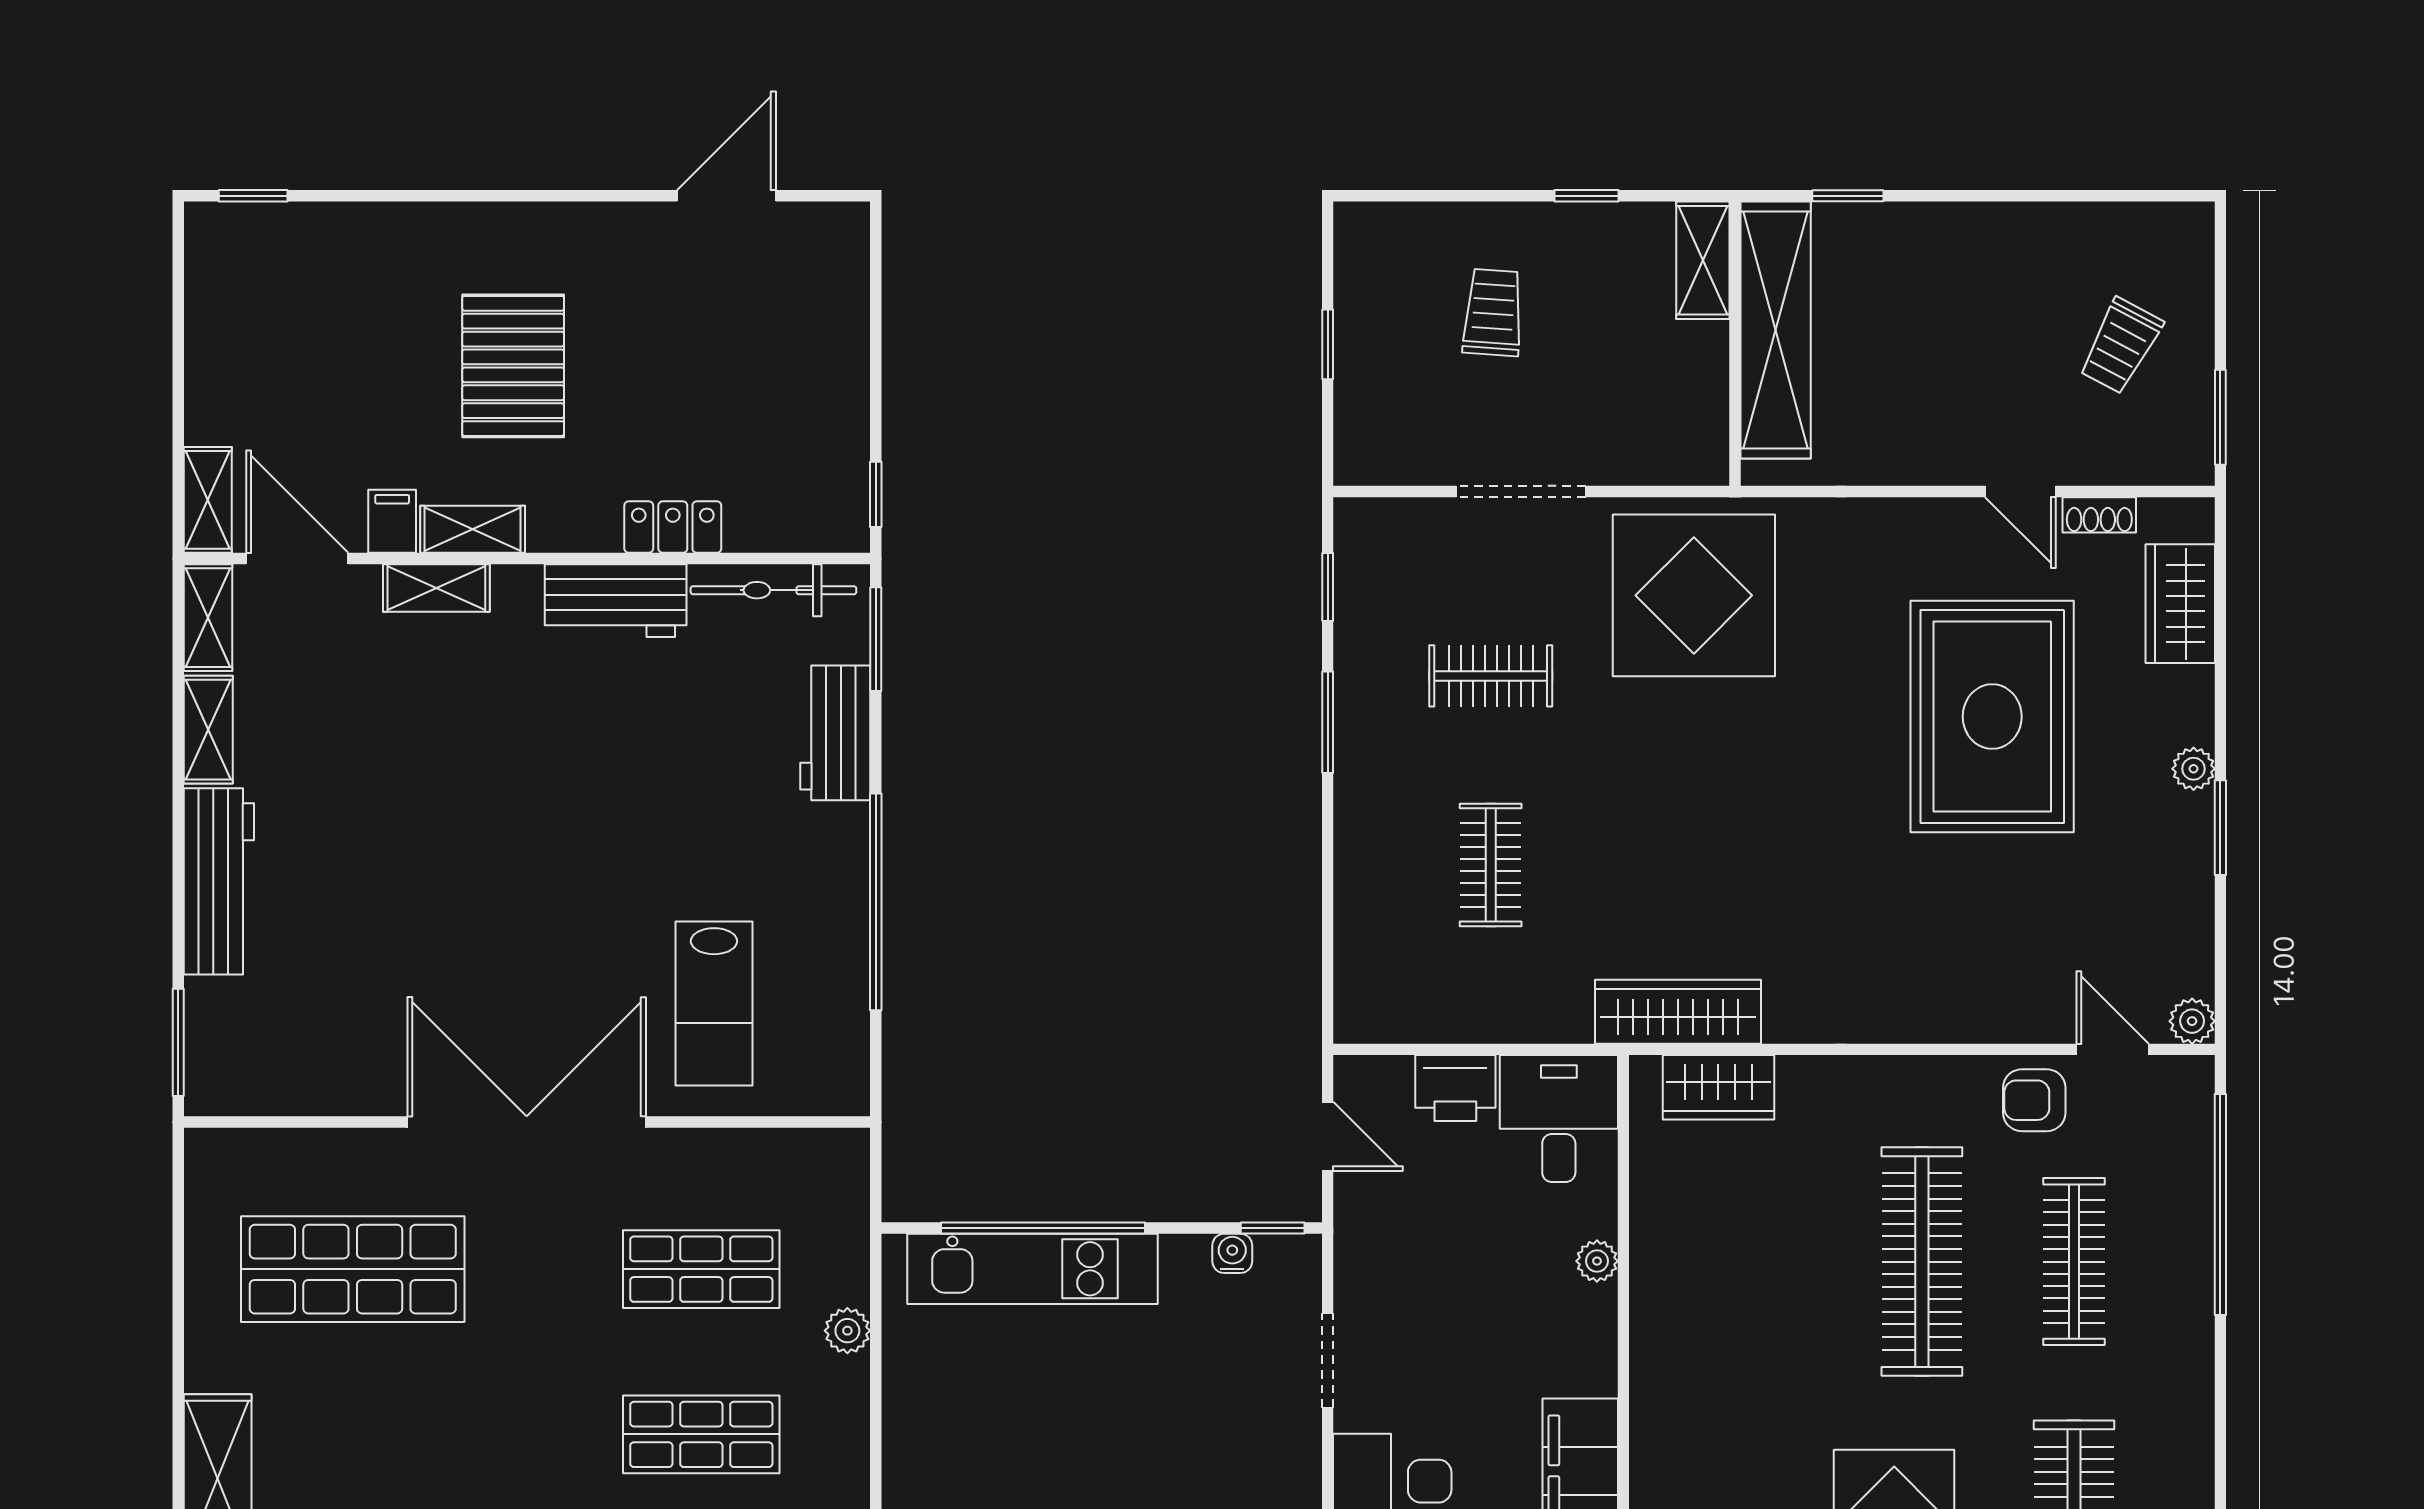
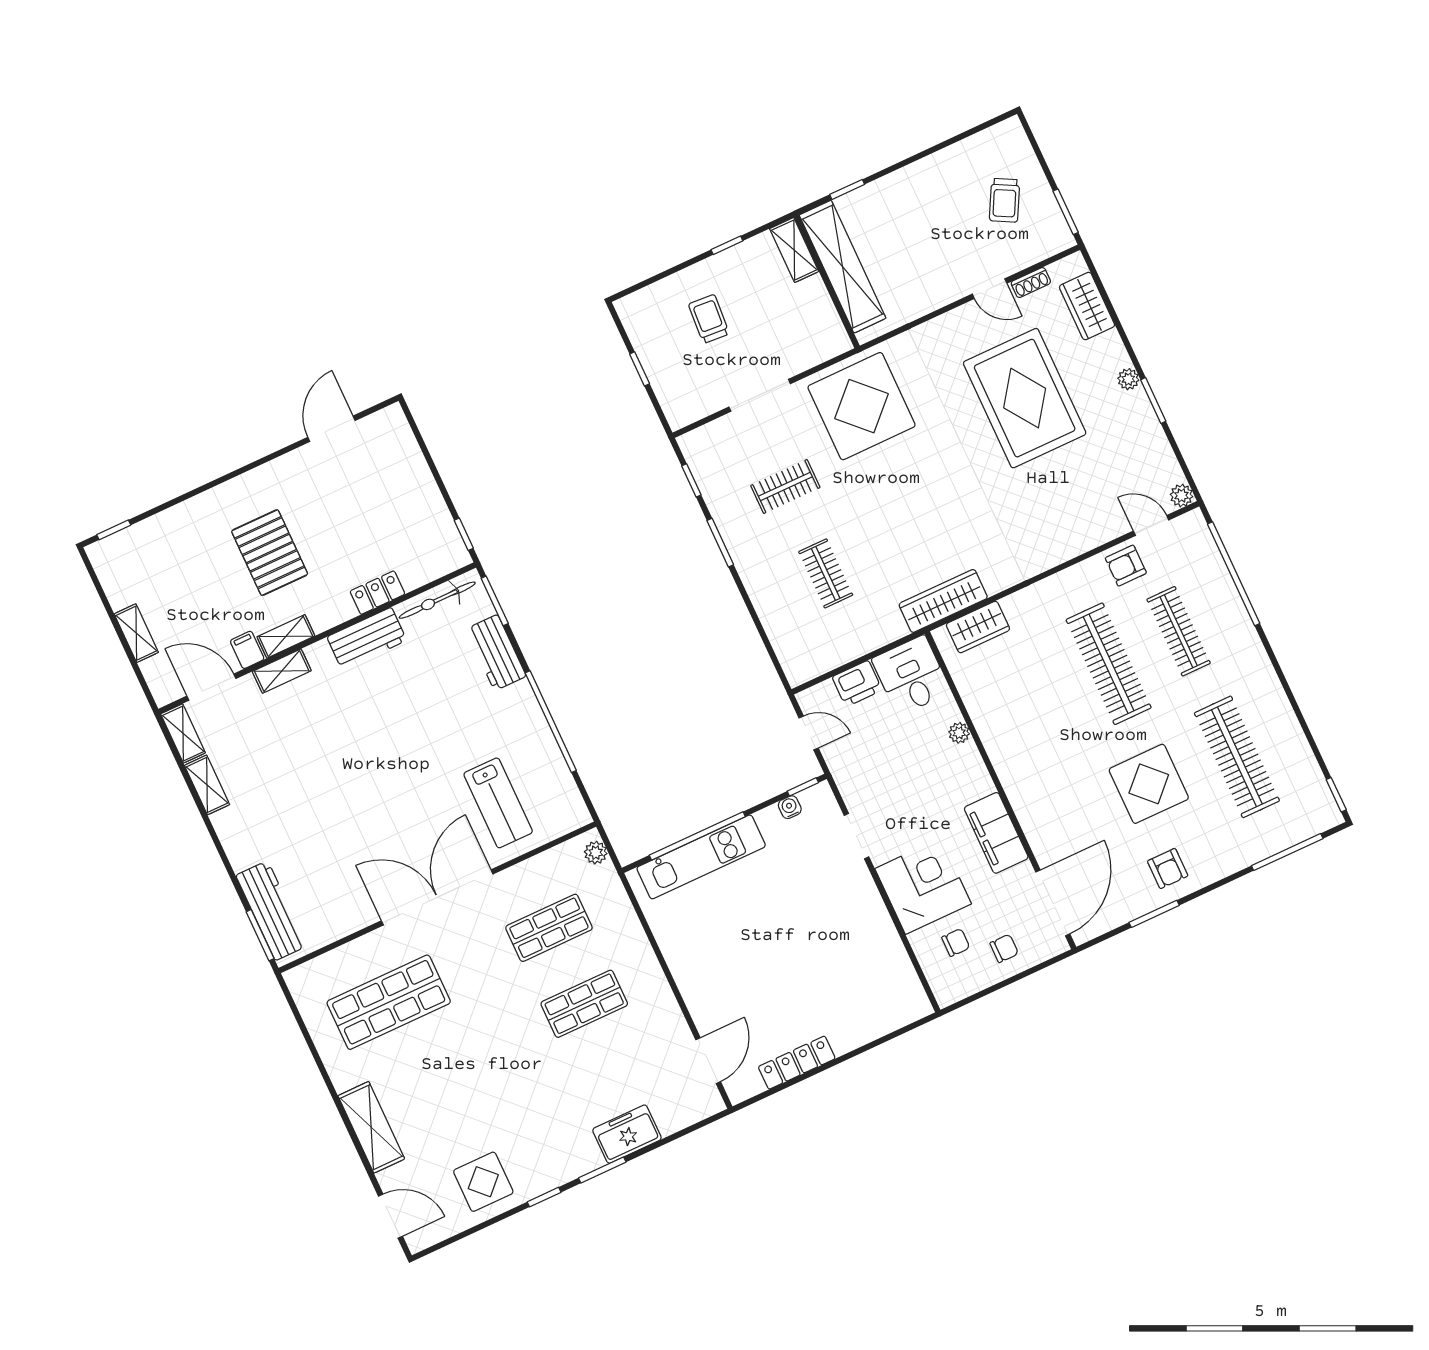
shelving: (208, 500) -> (136, 633), moved
workbench: (219, 881) -> (271, 911), moved
plant: (847, 1331) -> (596, 853), moved

